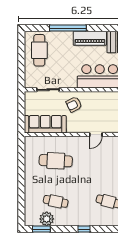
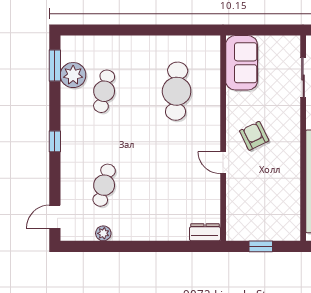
armchair: (74, 104) -> (254, 136), moved
sofa: (45, 124) -> (242, 63), width x0.73

